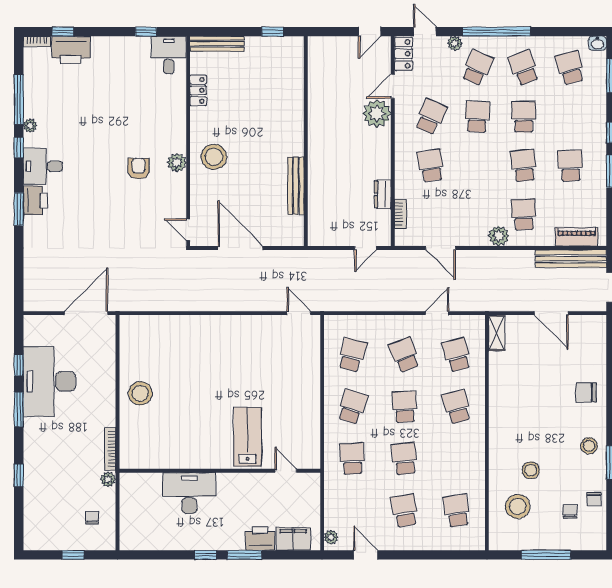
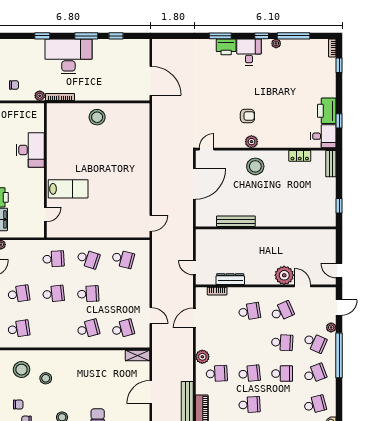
bench: (217, 44) -> (331, 164), width x0.73
printer: (71, 50) -> (327, 111), moved
locker: (404, 54) -> (324, 293), removed
school desk: (431, 117) -> (282, 311), turned -48
dresser: (383, 194) -> (230, 279), width x1.44
school desk: (405, 355) -> (123, 294), removed
desk: (50, 381) -> (68, 56), moved

